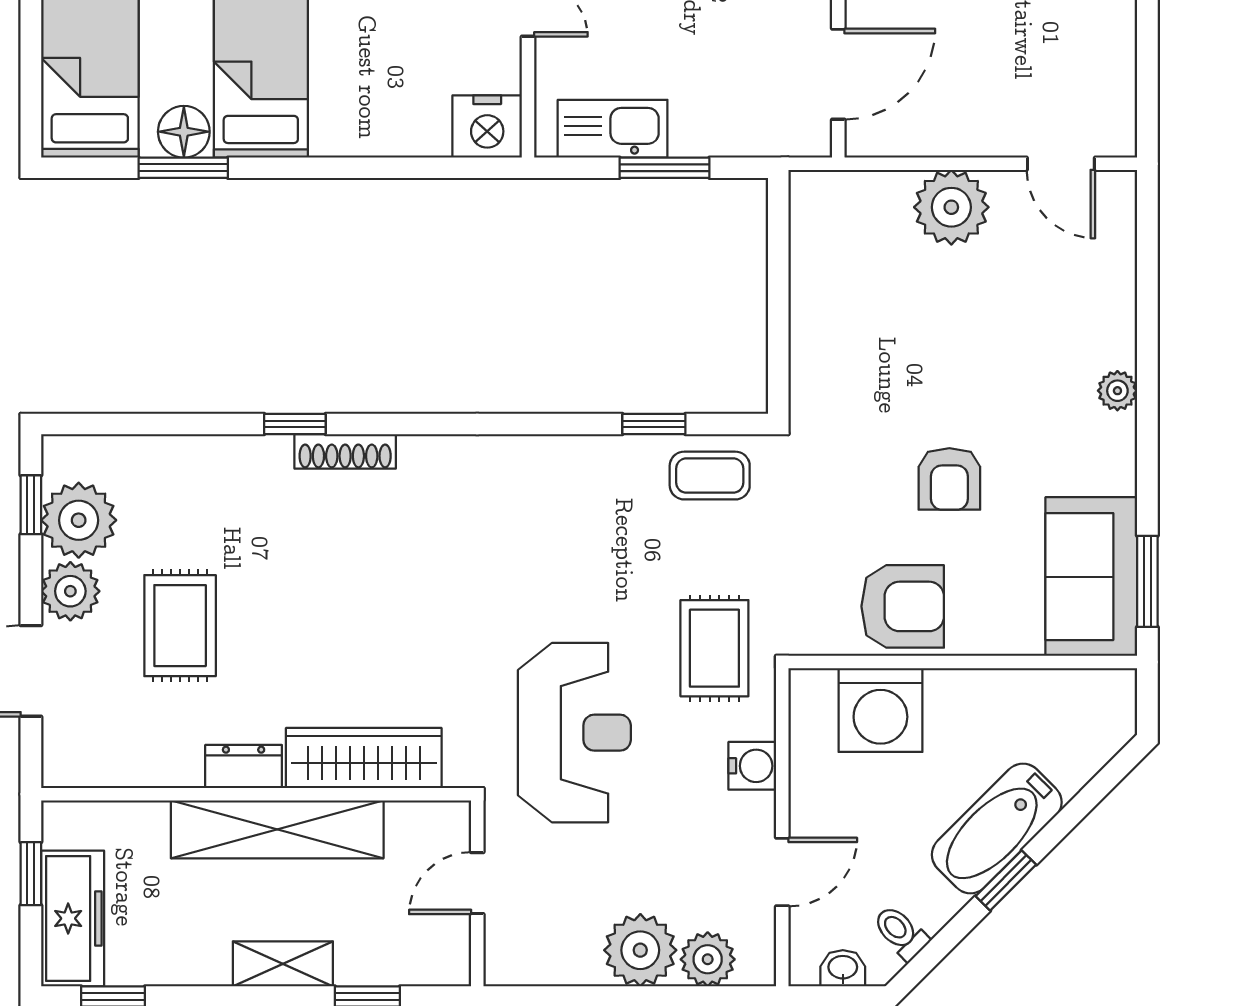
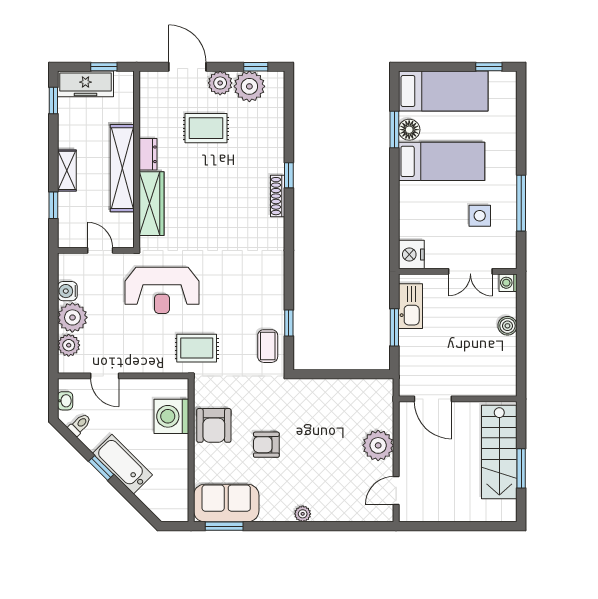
water cooler: (752, 766) -> (67, 291), moved, turned 90

